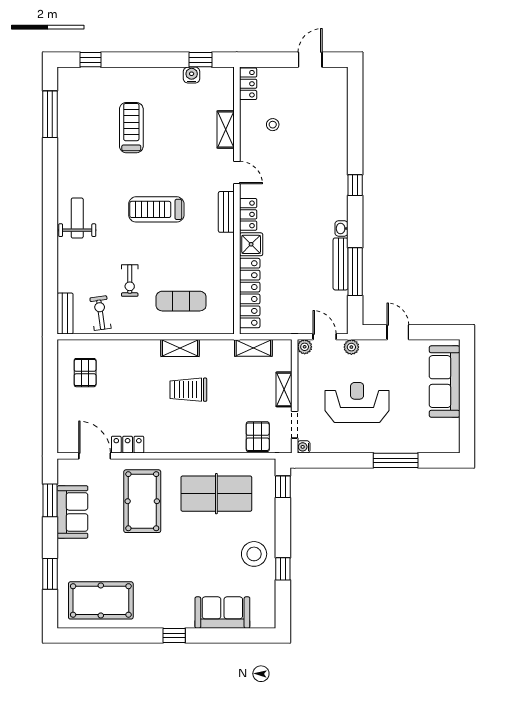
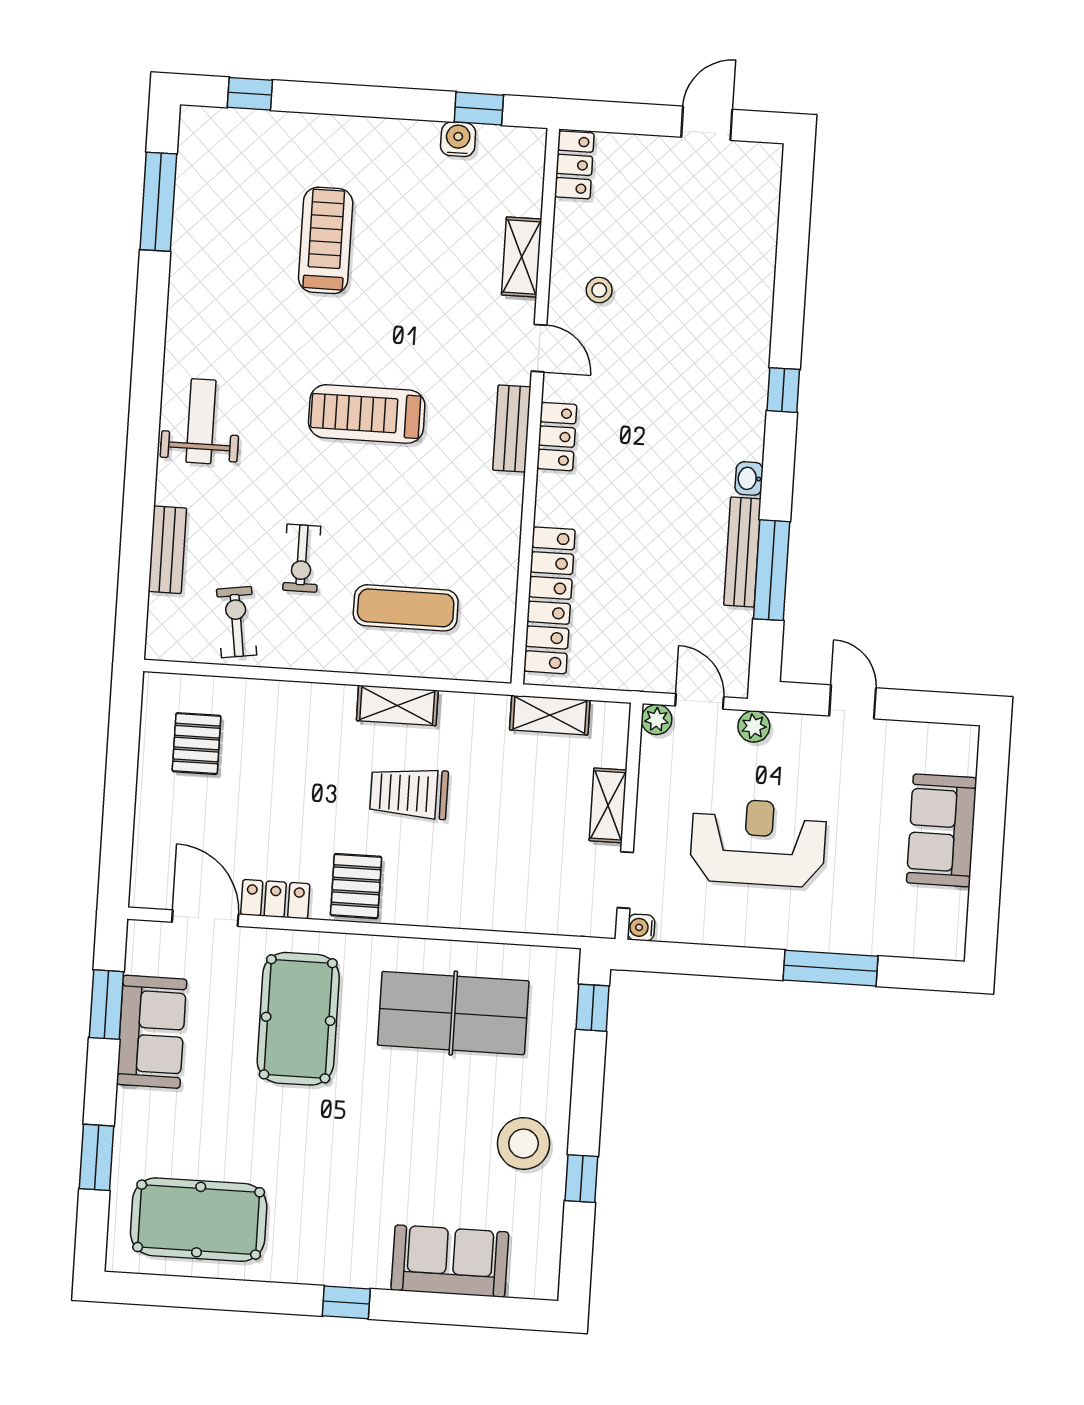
stool: (273, 125) -> (599, 290), moved
shower: (251, 244) -> (559, 499), removed
bench: (65, 313) -> (167, 550), moved
sofa: (445, 382) -> (942, 830), width x0.73
pallet: (258, 437) -> (356, 886), moved

